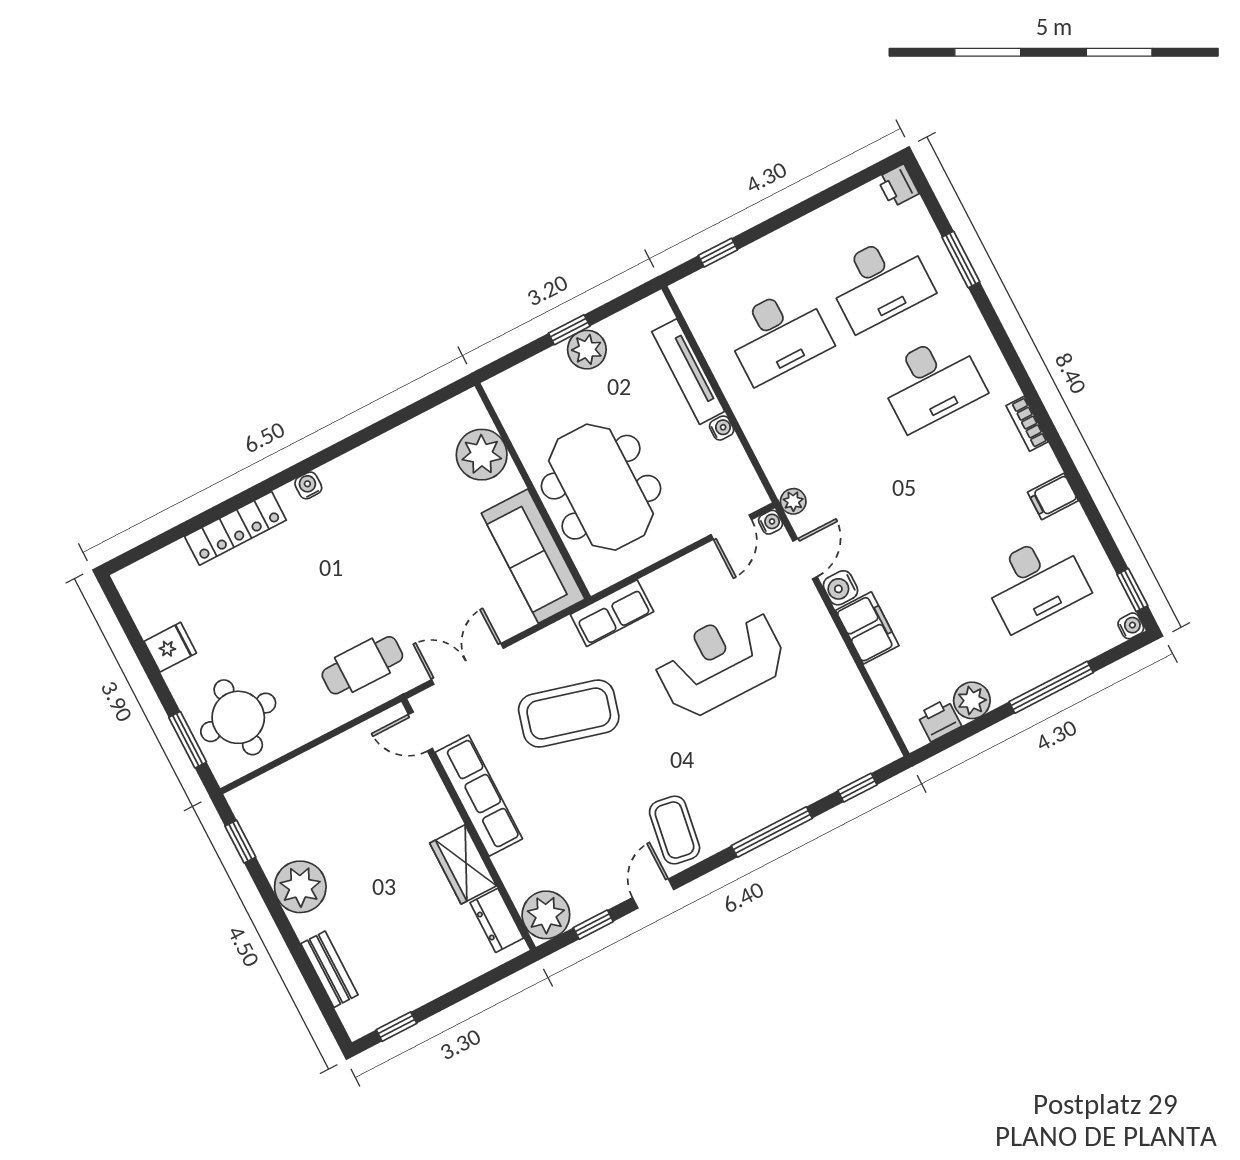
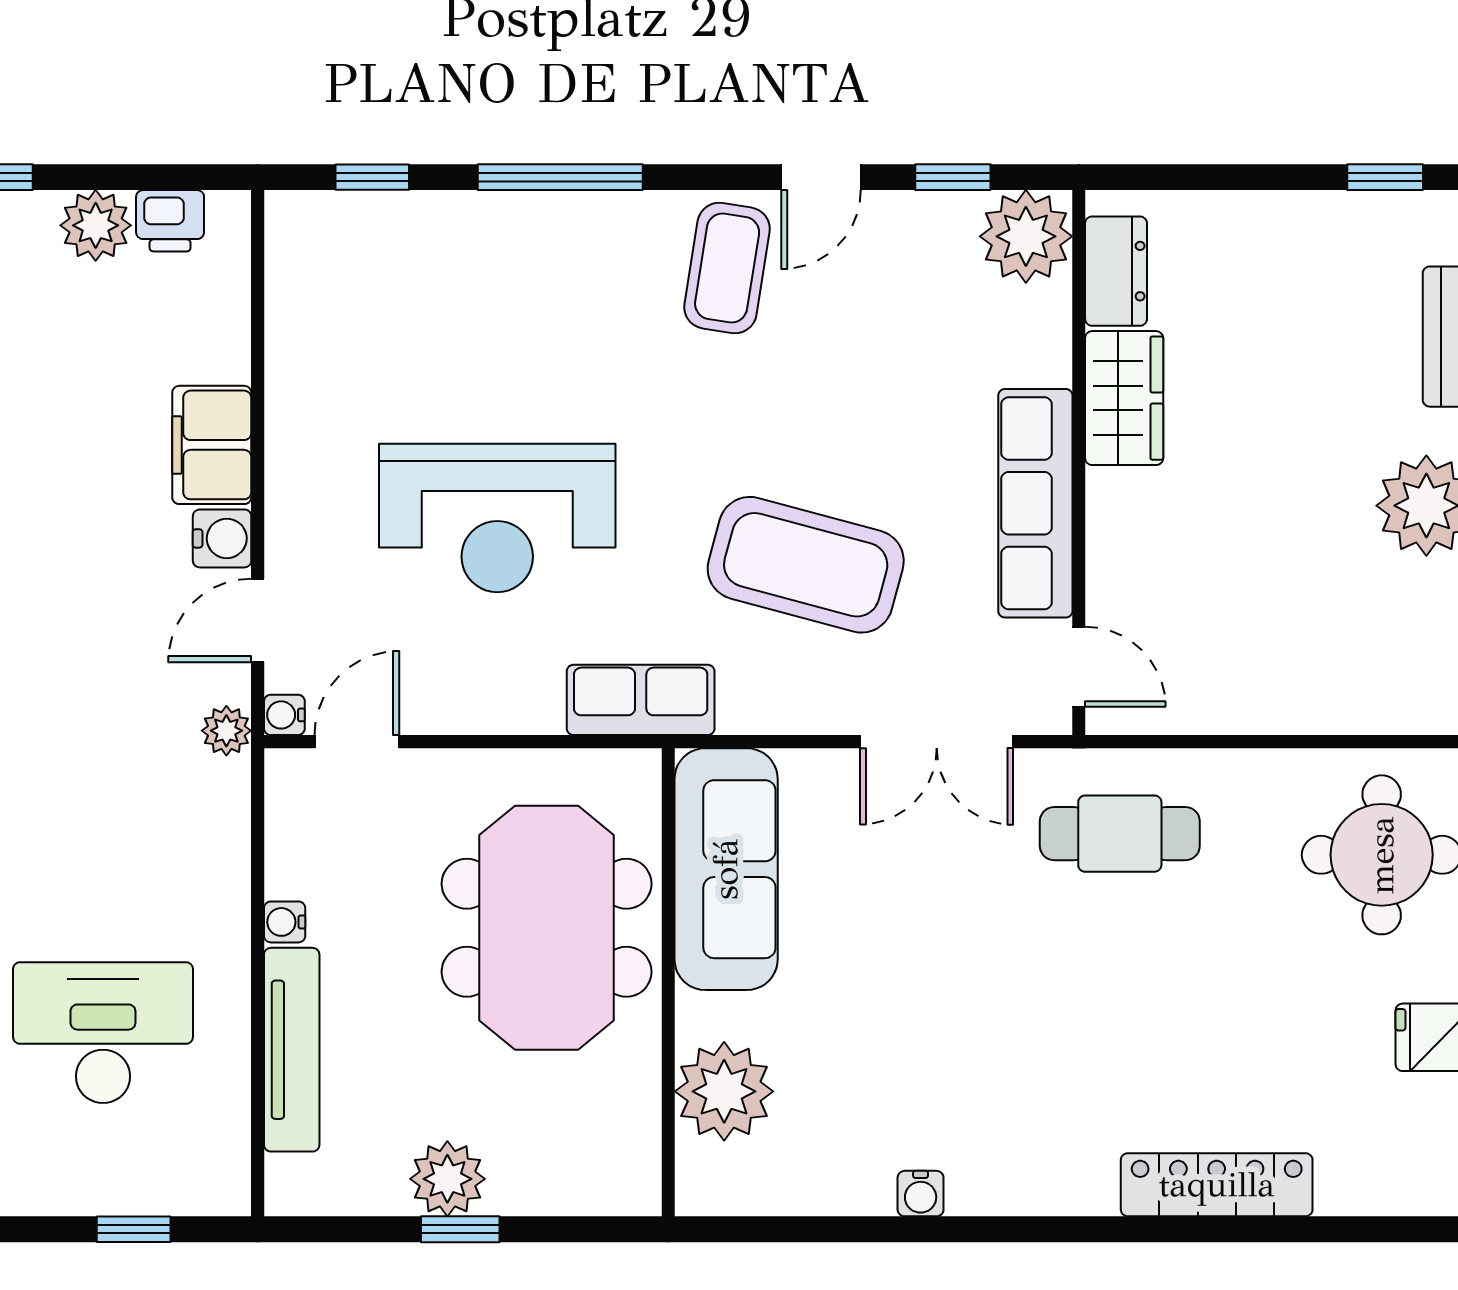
water cooler: (308, 485) -> (921, 1194), moved

